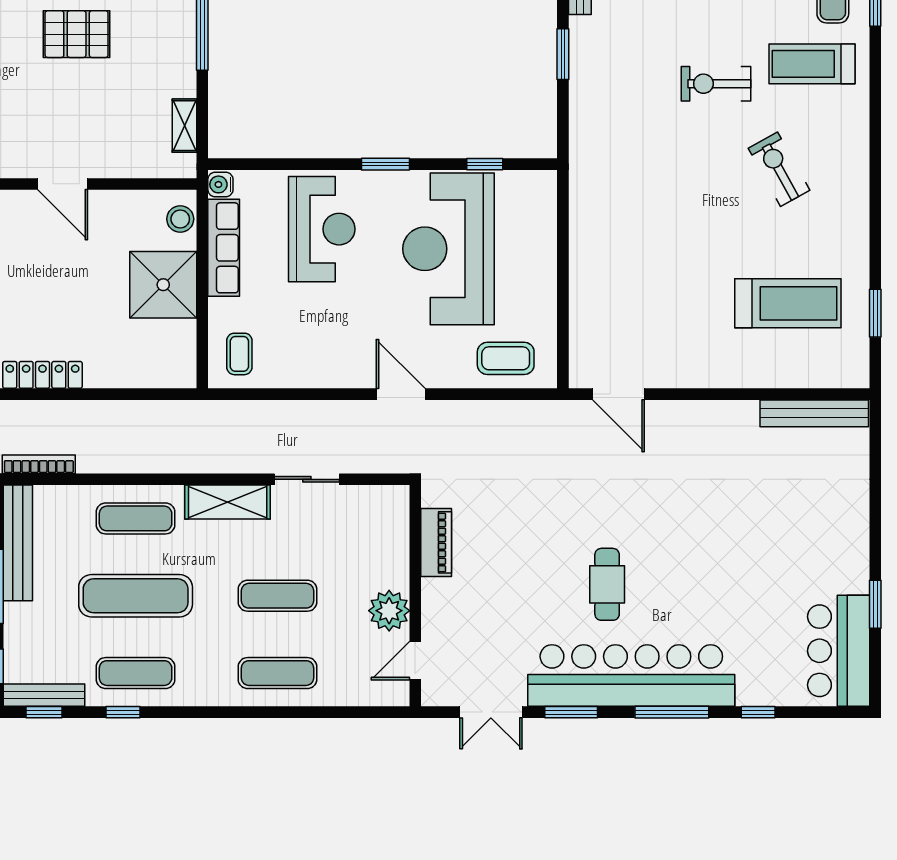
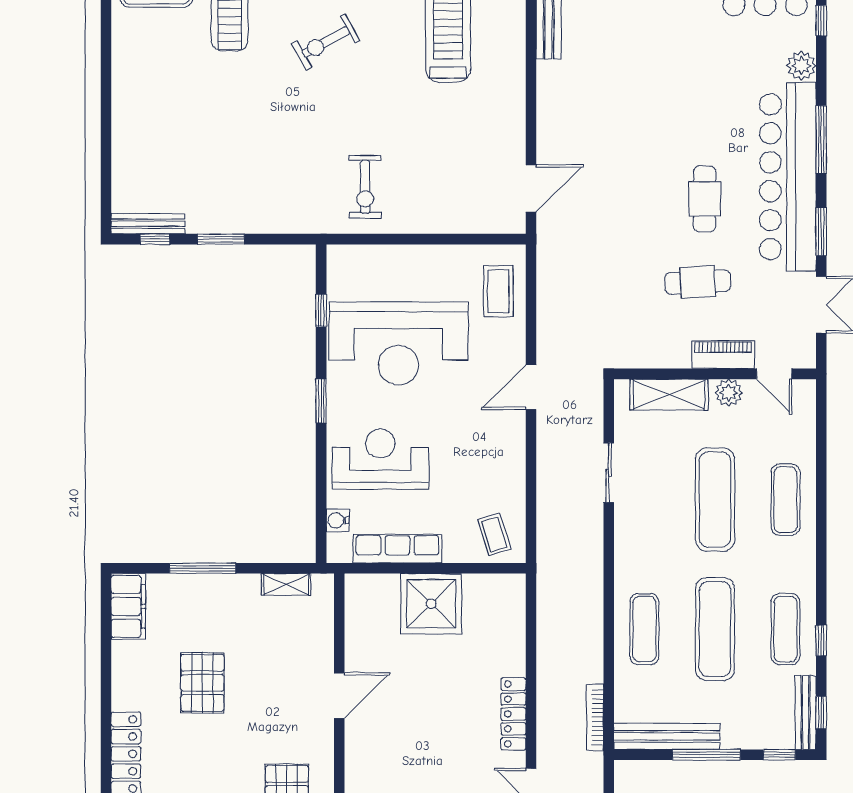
exercise bike: (716, 84) -> (365, 187), moved
water cooler: (220, 184) -> (338, 520), moved, turned 90
stool: (180, 219) -> (371, 588), removed
coffee table: (239, 354) -> (494, 534), turned 73
shelving: (228, 502) -> (669, 395), moved, turned 90
piano: (436, 542) -> (723, 355), moved
cafe table: (516, 577) -> (698, 282), added
cafe table: (607, 584) -> (705, 199), turned 90
exercise mat: (277, 596) -> (715, 500), width x1.36, depth x1.45
plant: (389, 611) -> (729, 393), width x0.73, depth x0.73
plant: (753, 691) -> (801, 66), added
window: (758, 712) -> (821, 21), moved

